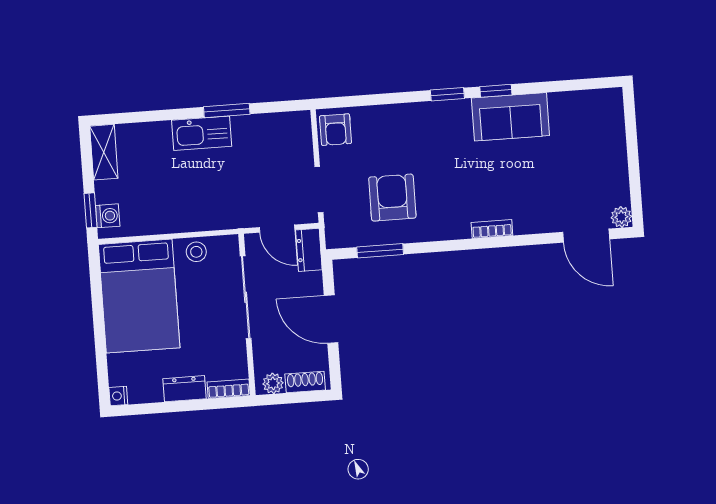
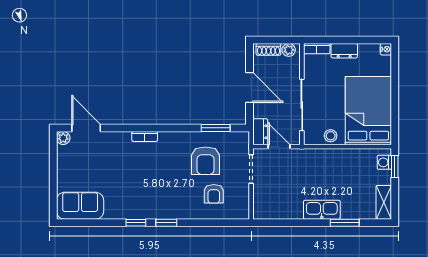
window: (227, 111) -> (345, 223), moved
sofa: (510, 117) -> (80, 206), moved
armchair: (336, 130) -> (214, 194), moved, turned 180

